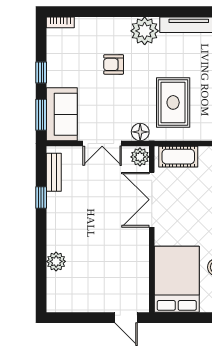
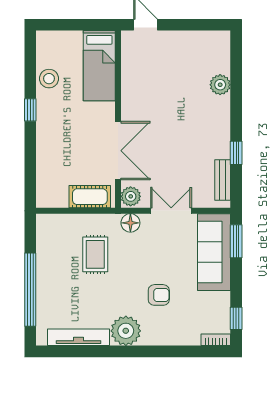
window: (41, 73) -> (236, 318), moved
rug: (173, 102) -> (95, 254), width x0.73, depth x0.70
sofa: (62, 114) -> (214, 252), width x1.36
bed: (177, 279) -> (99, 66), width x0.67

